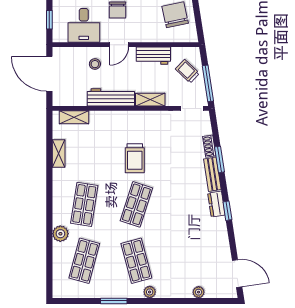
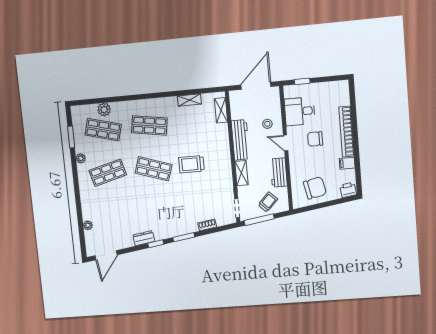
window: (220, 159) -> (184, 237), moved
bench: (212, 174) -> (184, 229), removed
dresser: (216, 204) -> (144, 238), moved
plant: (60, 234) -> (104, 110), moved
plant: (150, 292) -> (81, 158), moved
window: (114, 301) -> (71, 137), moved

